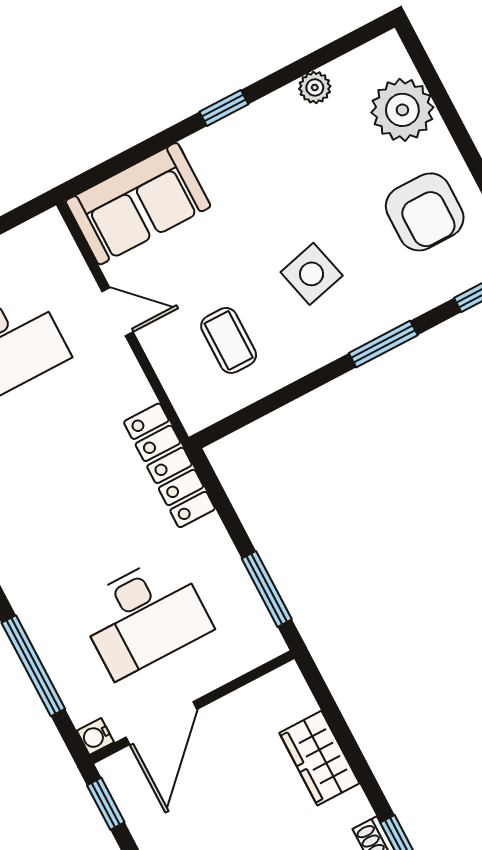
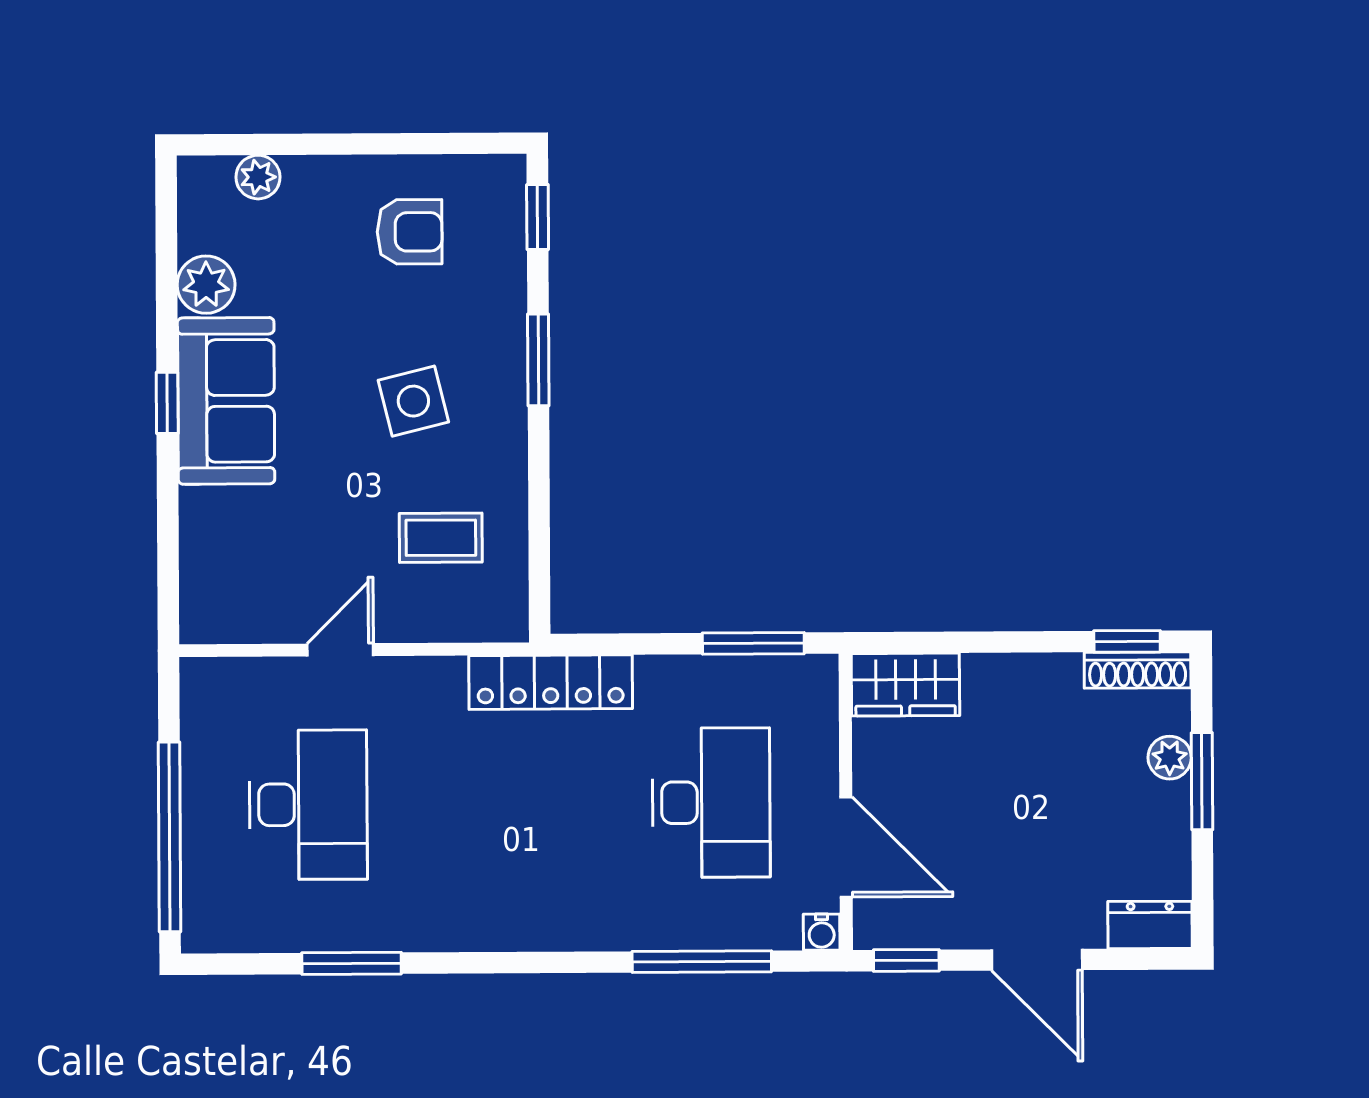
plant: (315, 87) -> (206, 285), width x1.38, depth x1.38
plant: (402, 110) -> (258, 177), width x0.53, depth x0.53
sofa: (138, 204) -> (226, 401), moved
armchair: (425, 212) -> (410, 232), width x0.72, depth x0.72
wardrobe: (319, 758) -> (905, 685), moved

